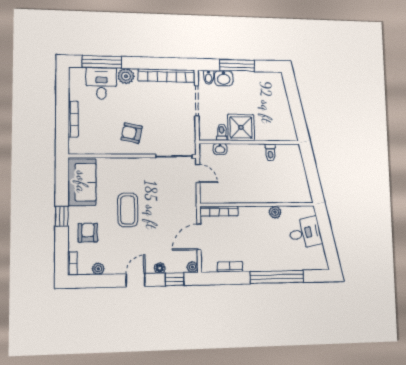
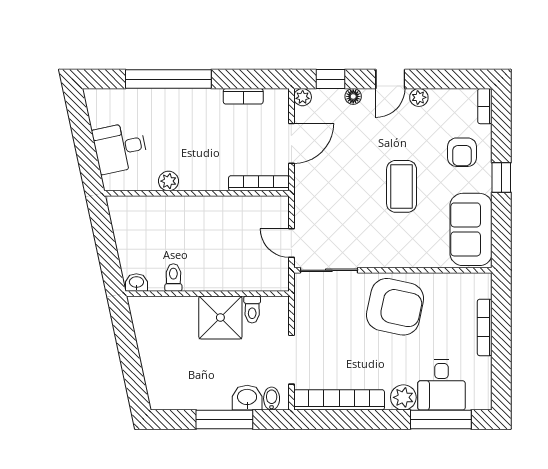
armchair: (132, 133) -> (395, 307), width x1.88, depth x1.88
washbasin: (220, 149) -> (136, 282), moved
plant: (98, 269) -> (419, 97), moved

